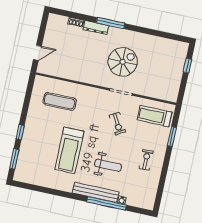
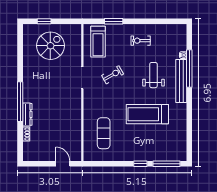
window: (111, 23) -> (20, 102), width x1.46
spiral stairs: (123, 62) -> (50, 46), moved, turned 90
treadmill: (69, 150) -> (147, 114), turned 180
window: (14, 159) -> (166, 164), width x1.44

